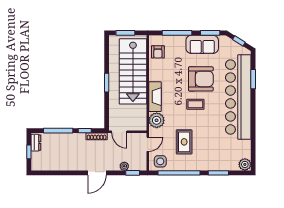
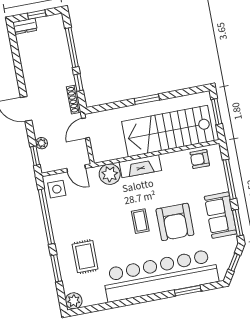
rug: (184, 142) -> (85, 257), moved, turned 90
dresser: (36, 143) -> (25, 26), moved

